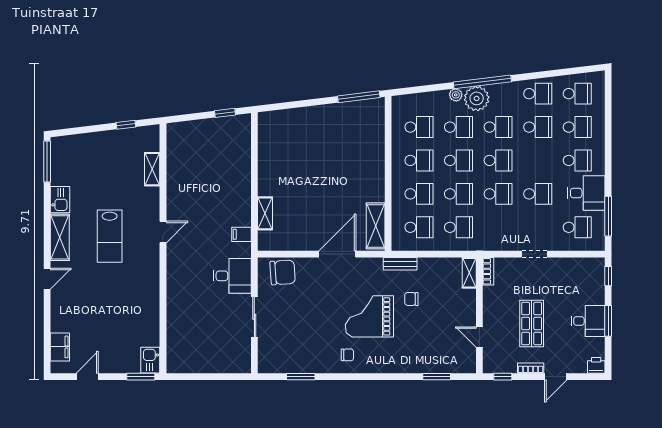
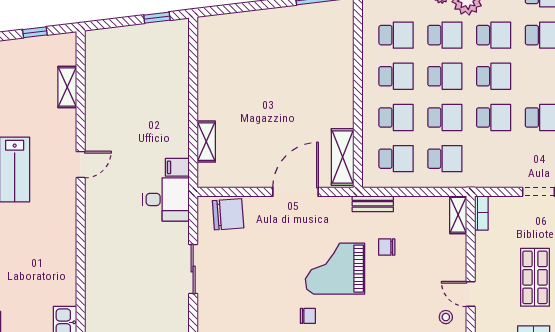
desk: (232, 276) -> (166, 199), moved
stool: (459, 356) -> (446, 317), added

